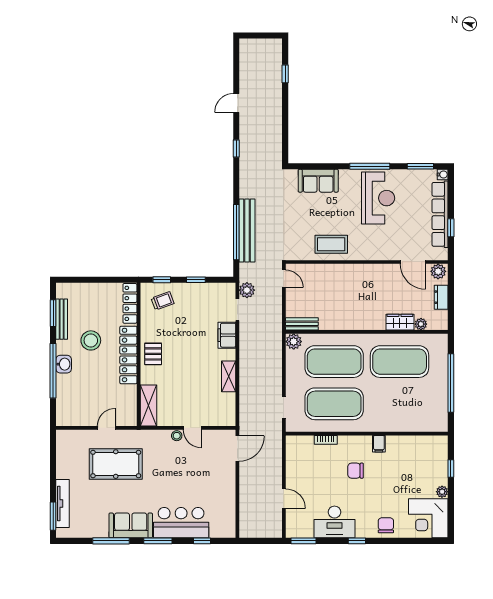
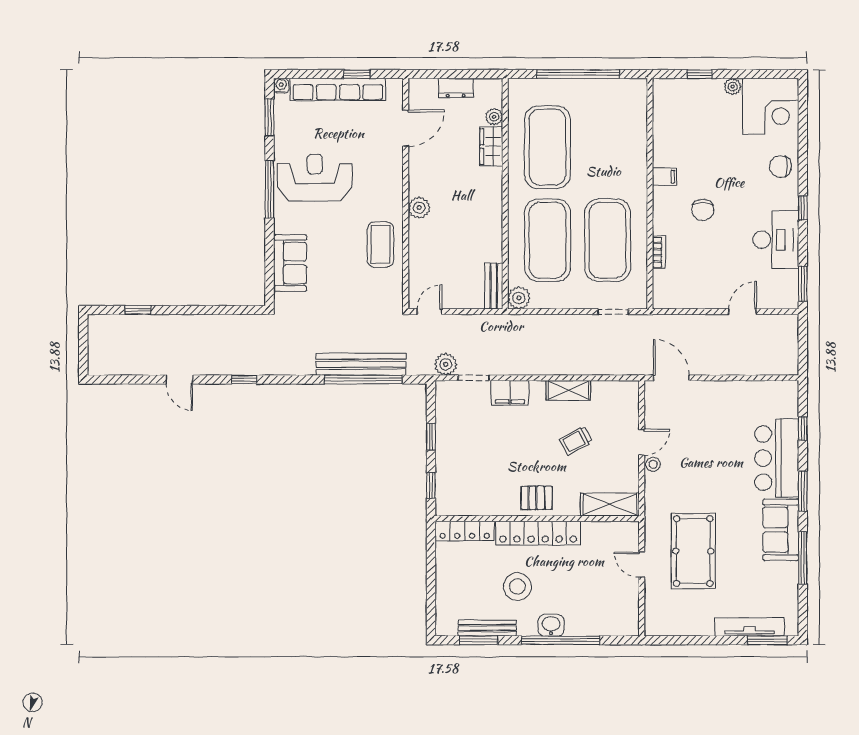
plant: (438, 271) -> (419, 208), moved
trolley: (163, 301) -> (576, 441), moved, turned -99

